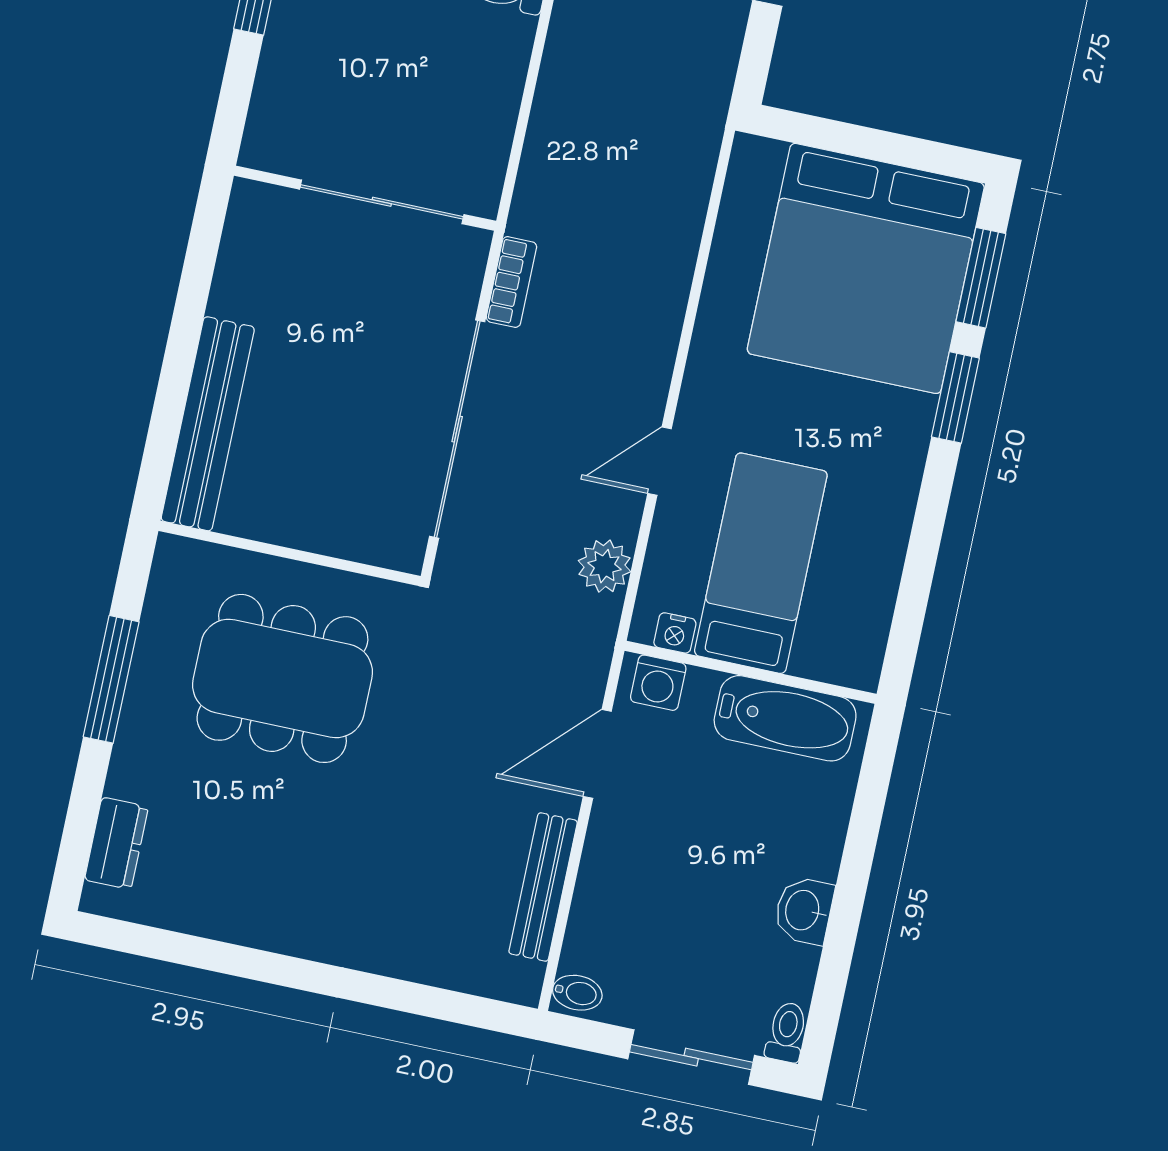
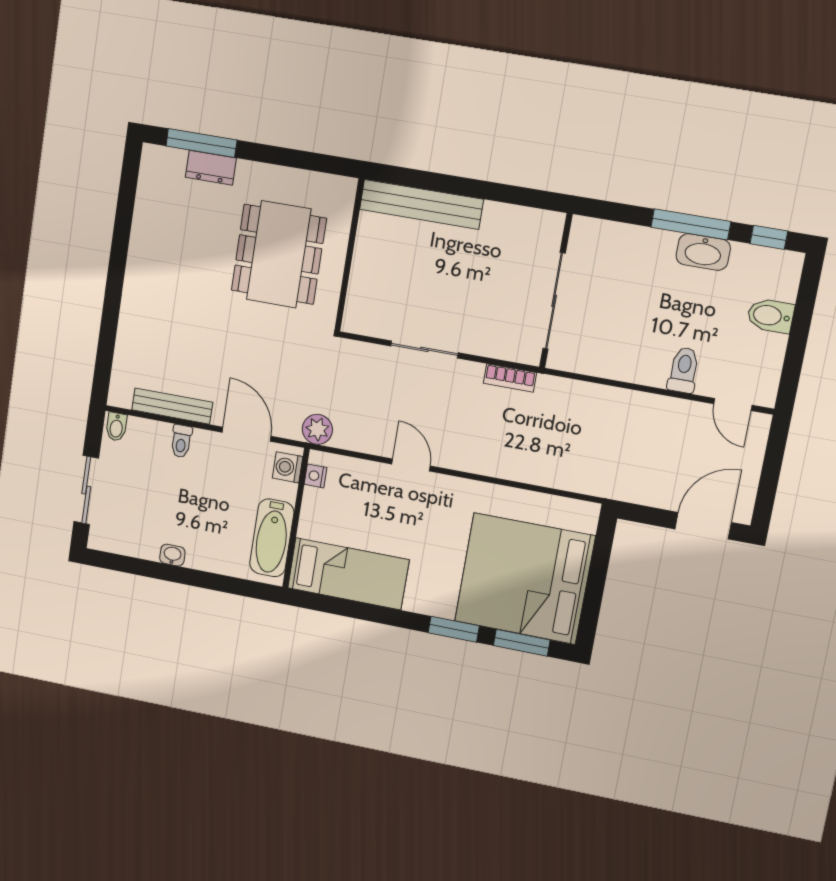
sliding door: (457, 429) -> (424, 349), width x0.54
bed: (761, 563) -> (348, 574), moved
plant: (604, 566) -> (317, 429), moved
window: (111, 679) -> (201, 143), moved
dresser: (116, 843) -> (211, 168), moved
washbasin: (804, 910) -> (172, 555), width x0.72, depth x0.69
toilet: (787, 1032) -> (181, 441), moved, turned 90

